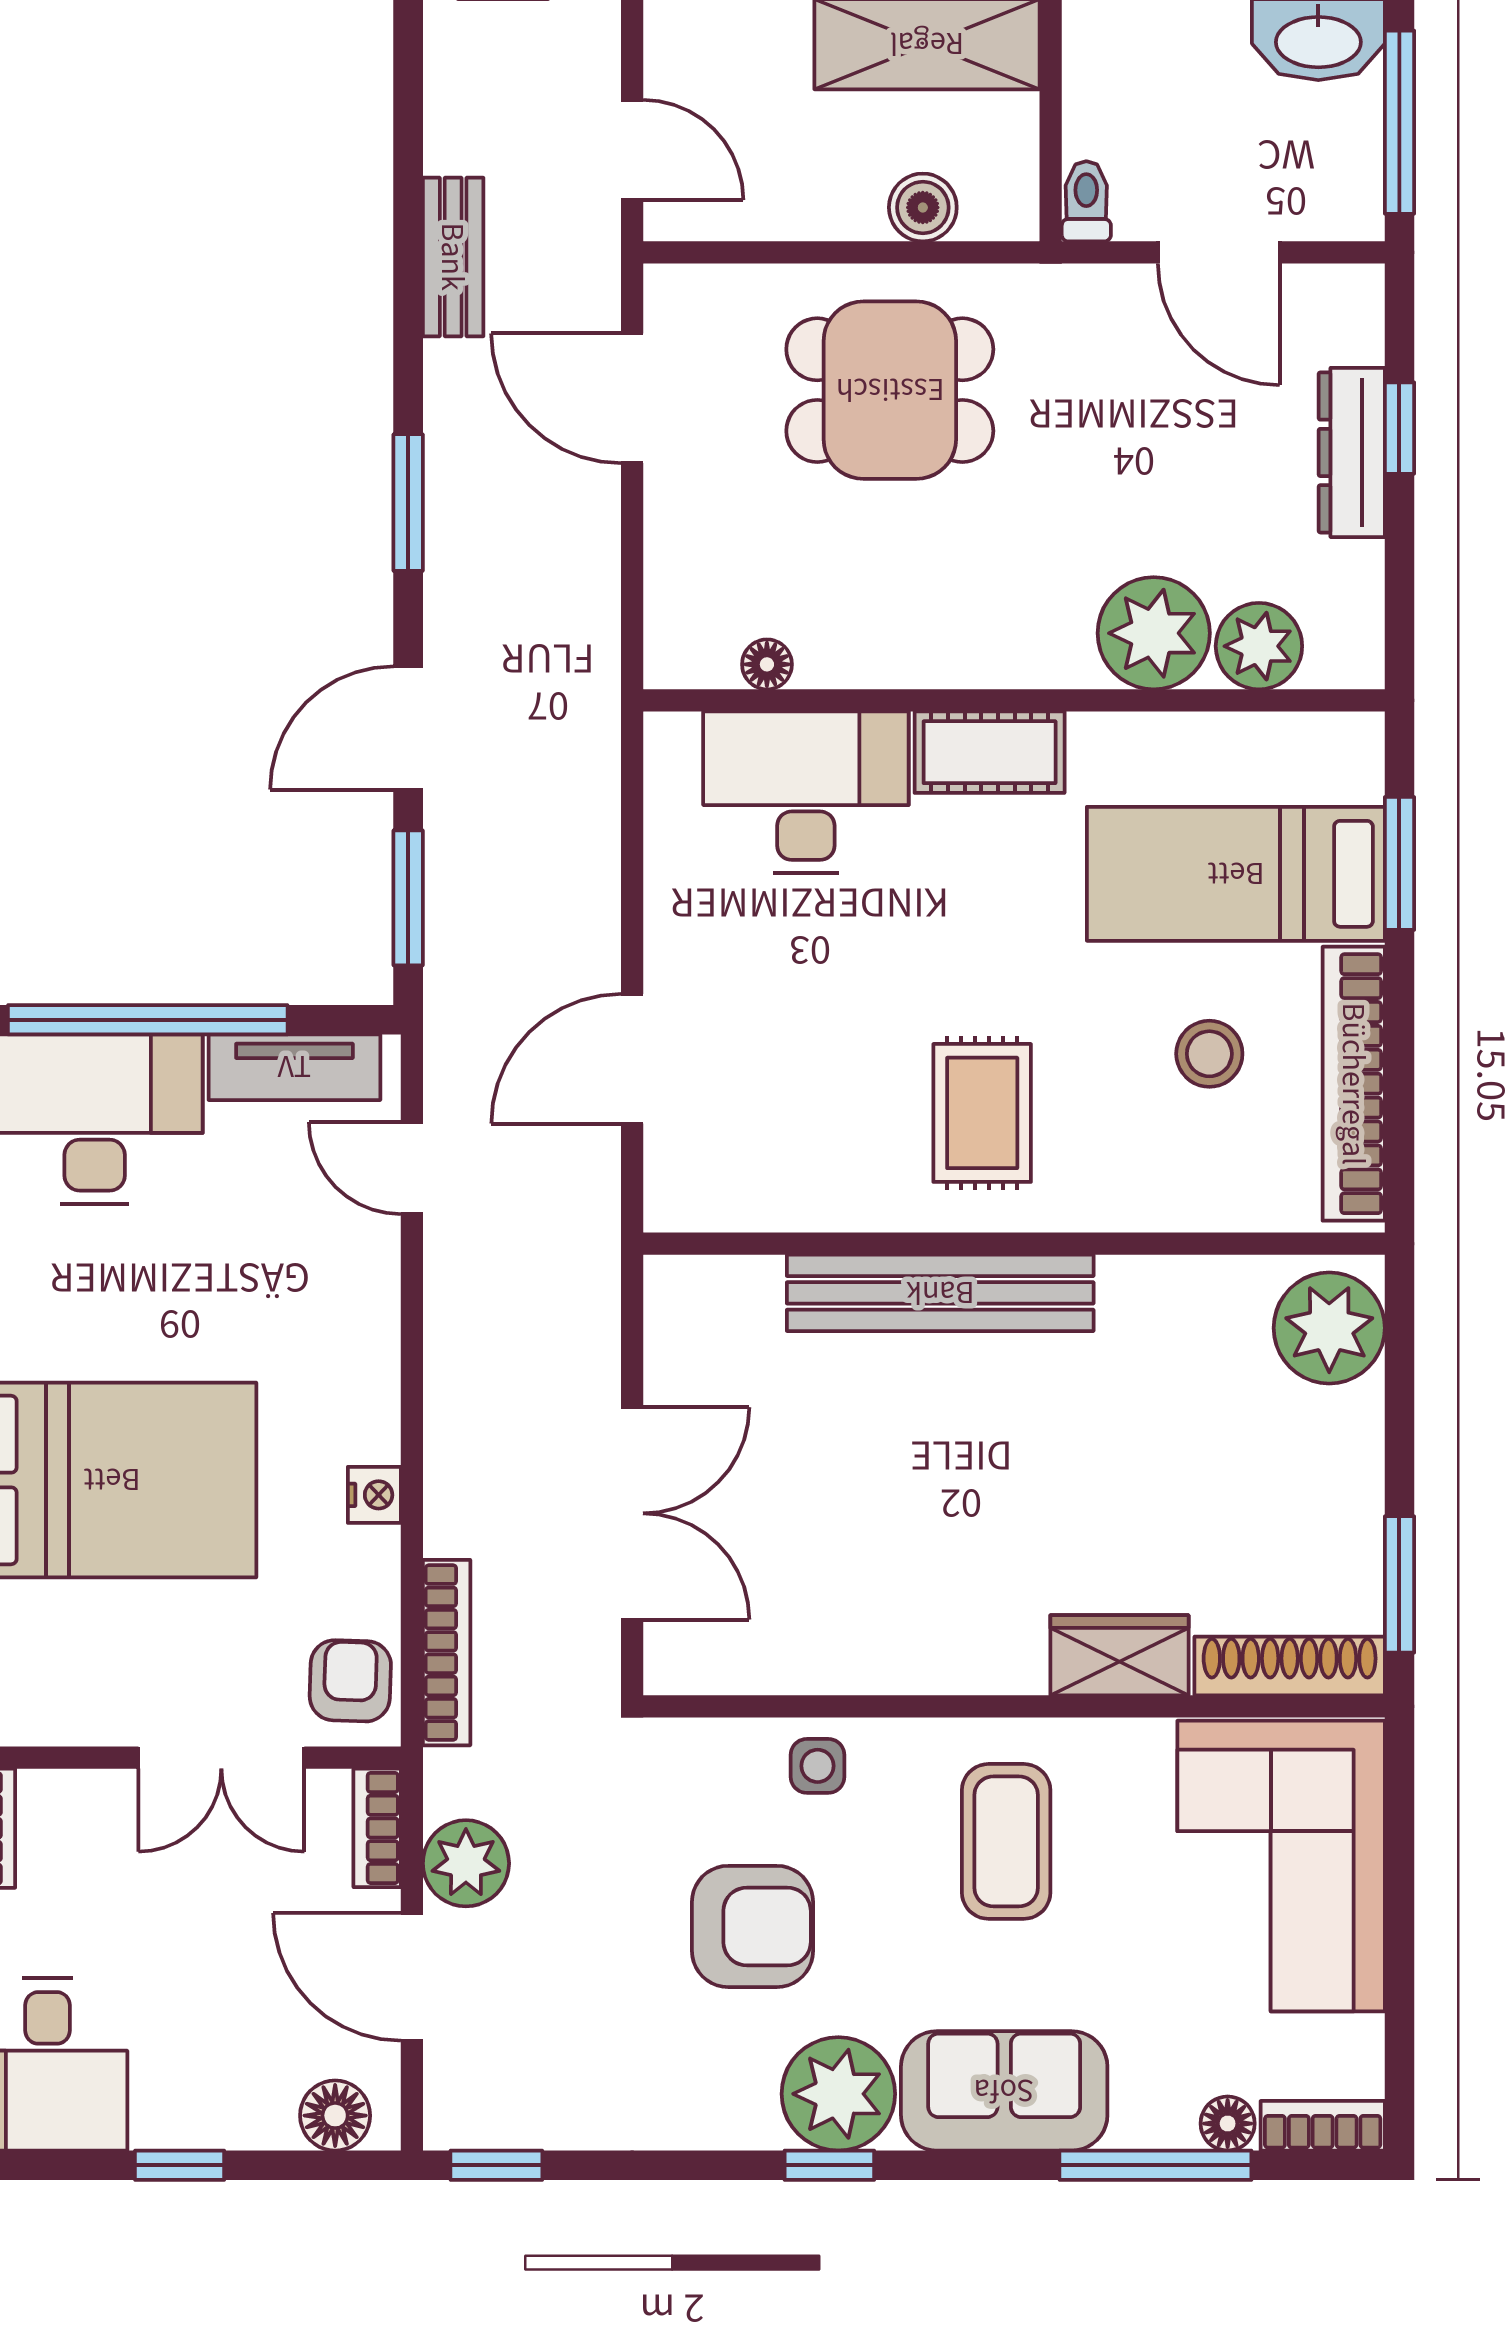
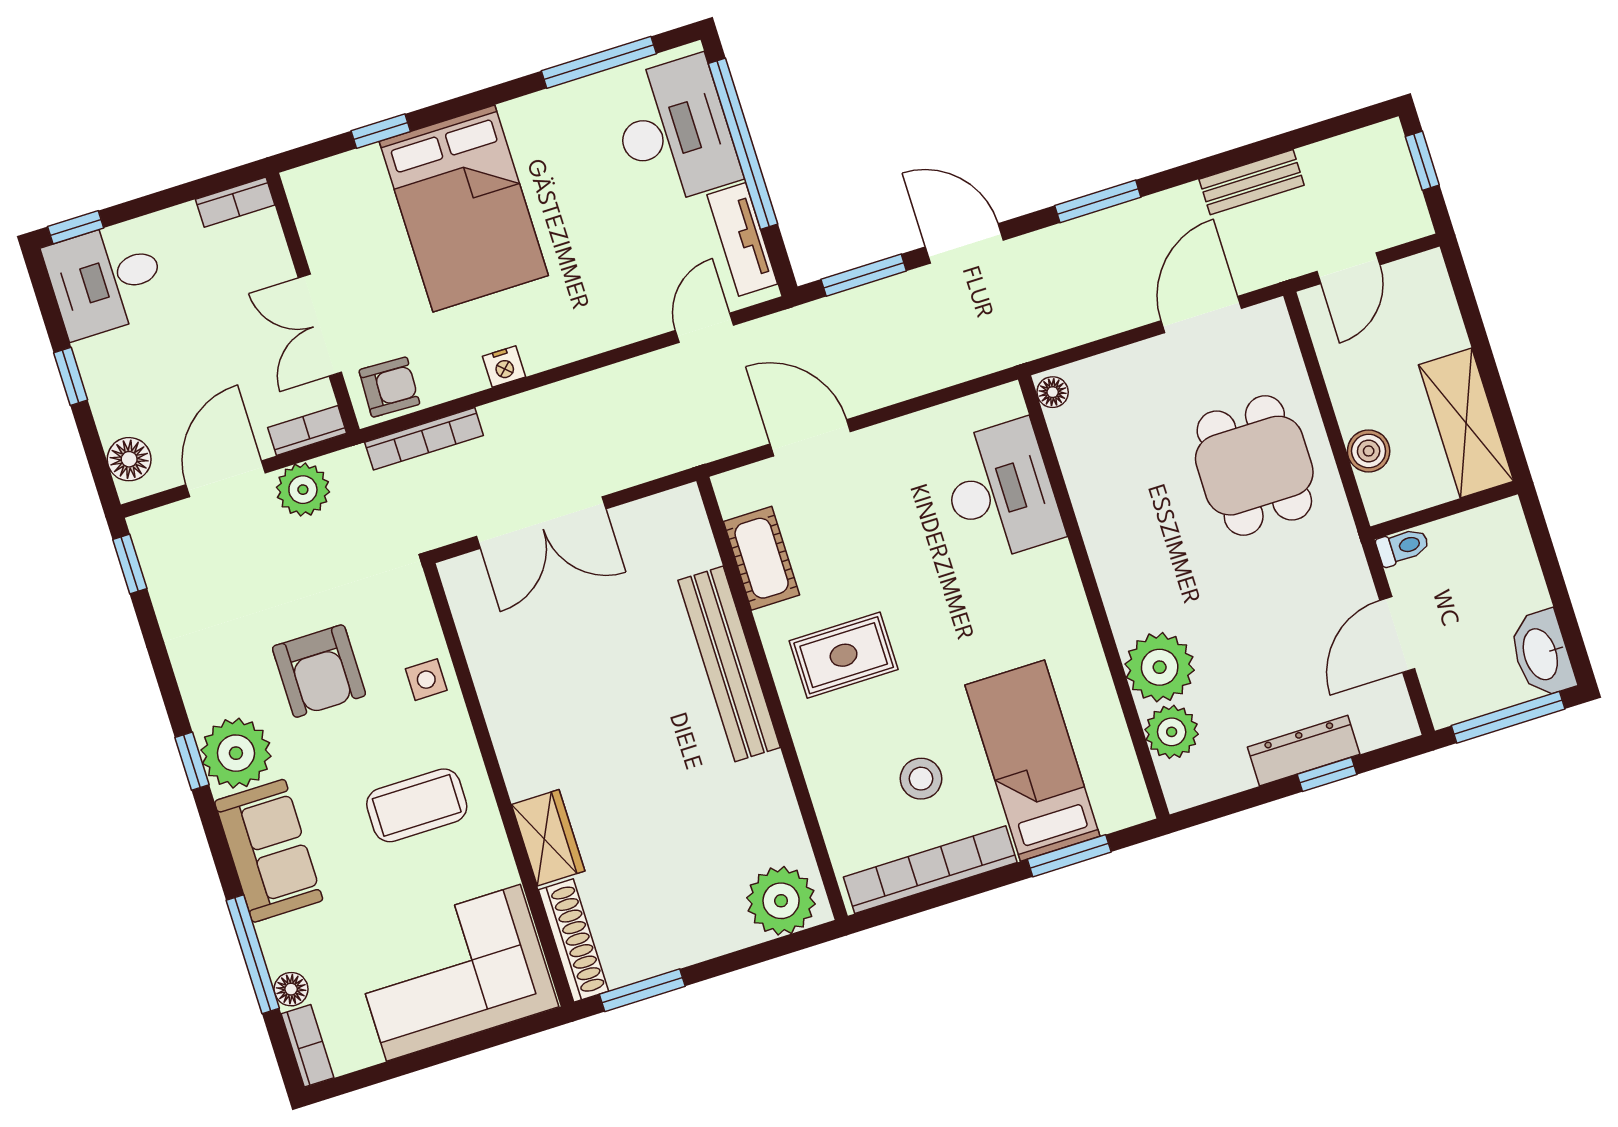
floor lamp: (767, 664) -> (1053, 392), moved
cot: (990, 752) -> (762, 558), moved

